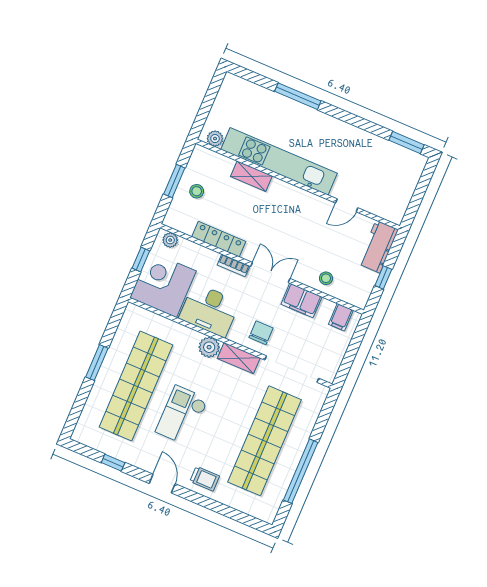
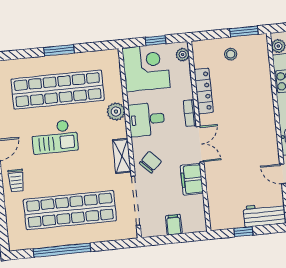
shelving: (251, 176) -> (265, 89), removed
window: (174, 181) -> (244, 31), moved
stool: (326, 278) -> (219, 189), removed
desk: (209, 310) -> (147, 119), width x0.73
filing cabinet: (341, 317) -> (174, 225), moved, turned 90
chair: (261, 333) -> (150, 162), turned -44
plant: (209, 347) -> (116, 112), moved
checkout: (182, 415) -> (55, 137), turned 180

